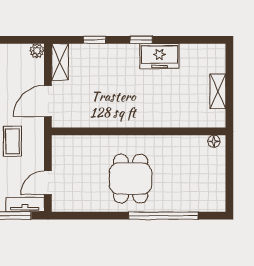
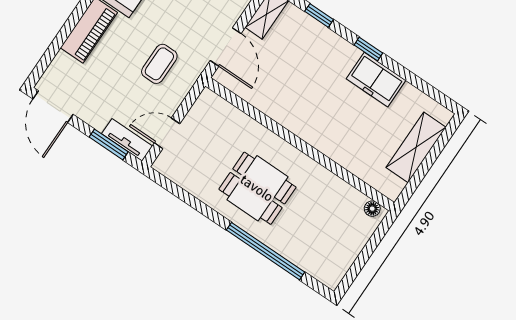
shelving: (218, 91) -> (416, 147), width x1.50, depth x1.33
door: (48, 101) -> (226, 47), swing flipped
dining table: (131, 179) -> (257, 188), turned 90

